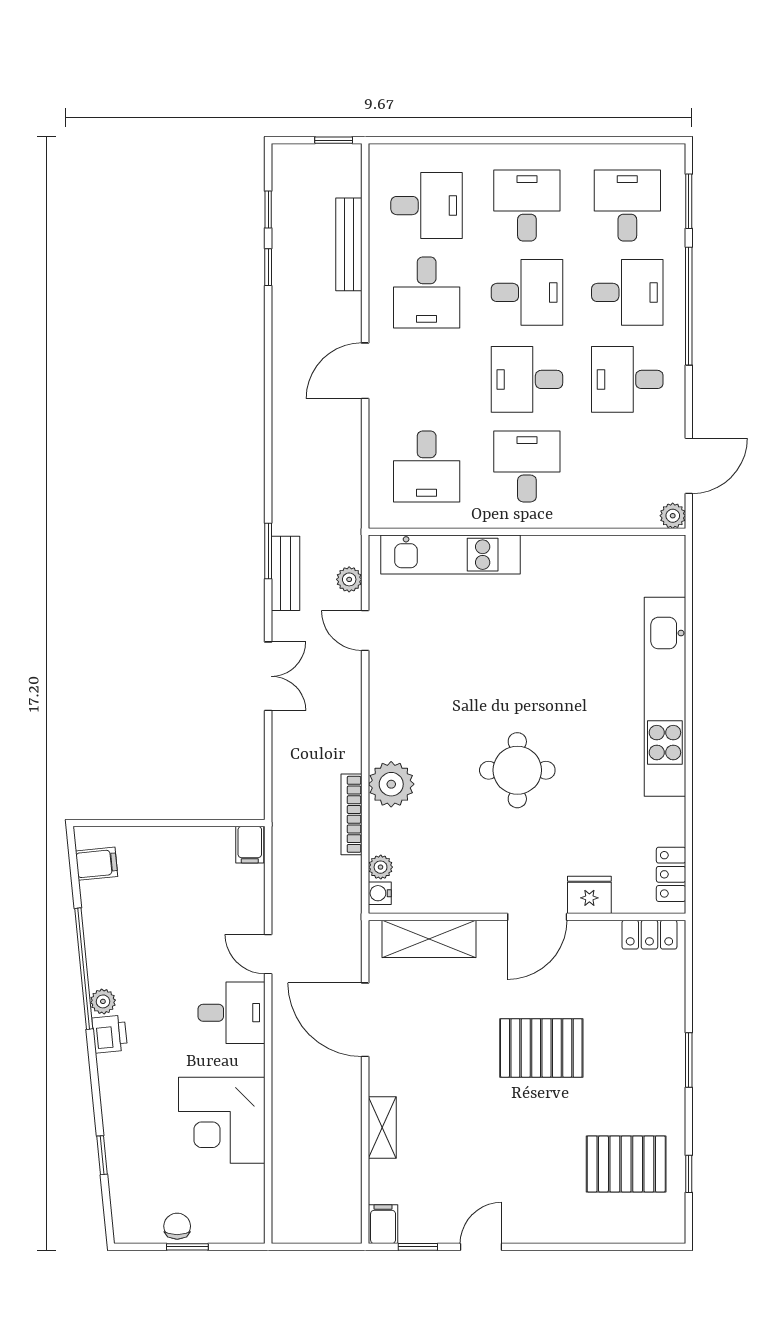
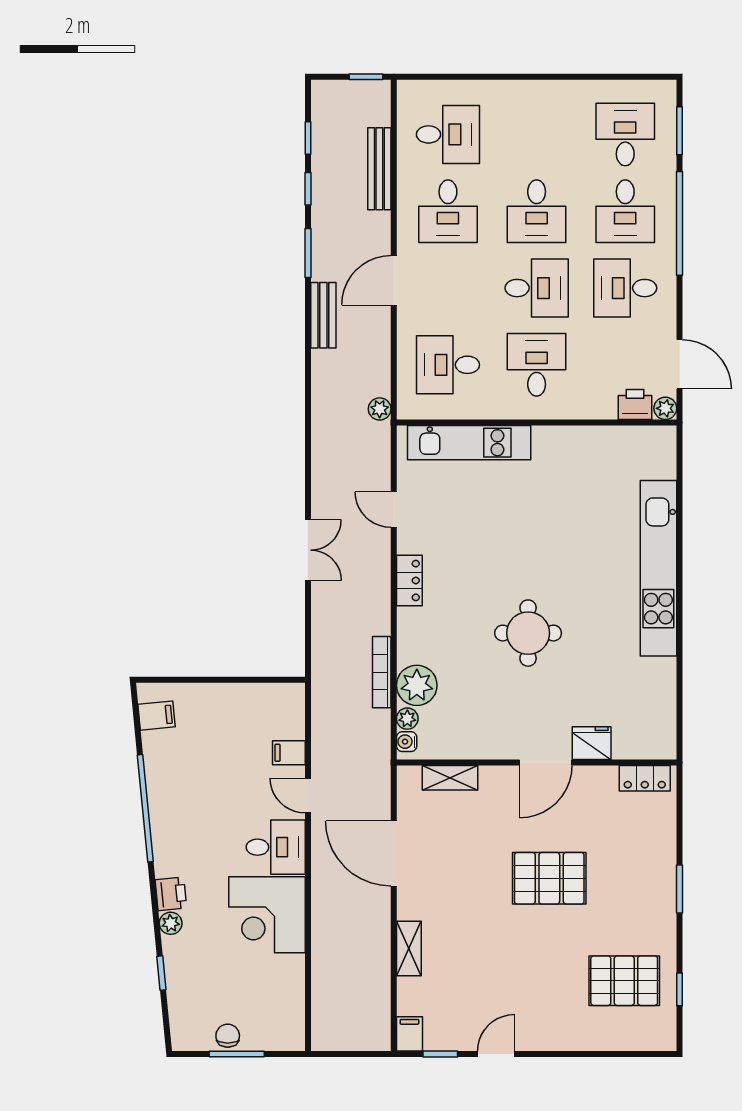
desk: (527, 206) -> (537, 134), removed
desk: (527, 292) -> (537, 211), turned 90
desk: (627, 292) -> (625, 211), turned 90
desk: (527, 379) -> (537, 288), turned 180
desk: (427, 466) -> (448, 365), turned 90
door: (689, 466) -> (679, 364), hinge flipped
printer: (638, 511) -> (635, 404), added
window: (268, 551) -> (308, 253), moved
bench: (286, 573) -> (323, 315), moved
plant: (349, 579) -> (380, 409), moved
plant: (391, 784) -> (417, 685), moved
filing cabinet: (250, 845) -> (289, 753), moved, turned 90
locker: (671, 874) -> (409, 580), moved, turned 180
shelving: (429, 939) -> (450, 778), width x0.67, depth x0.75
plant: (103, 1001) -> (171, 923), moved
printer: (110, 1034) -> (171, 894), moved
corner desk: (222, 1120) -> (267, 915), moved
window: (187, 1247) -> (237, 1054), width x1.50

